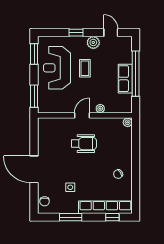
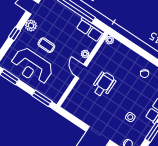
row of seats: (125, 79) -> (90, 30), moved

